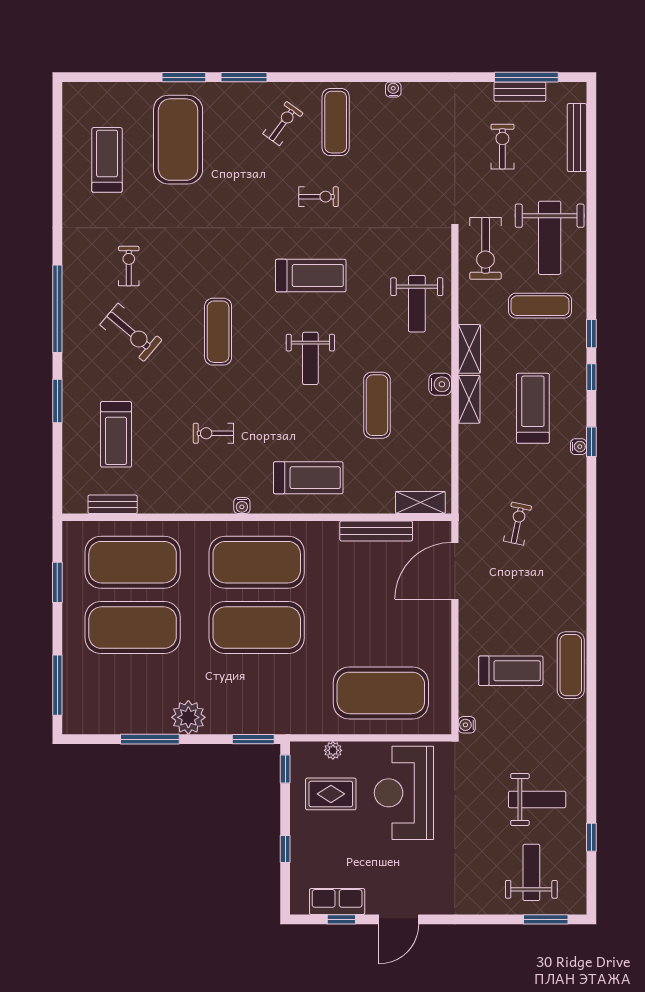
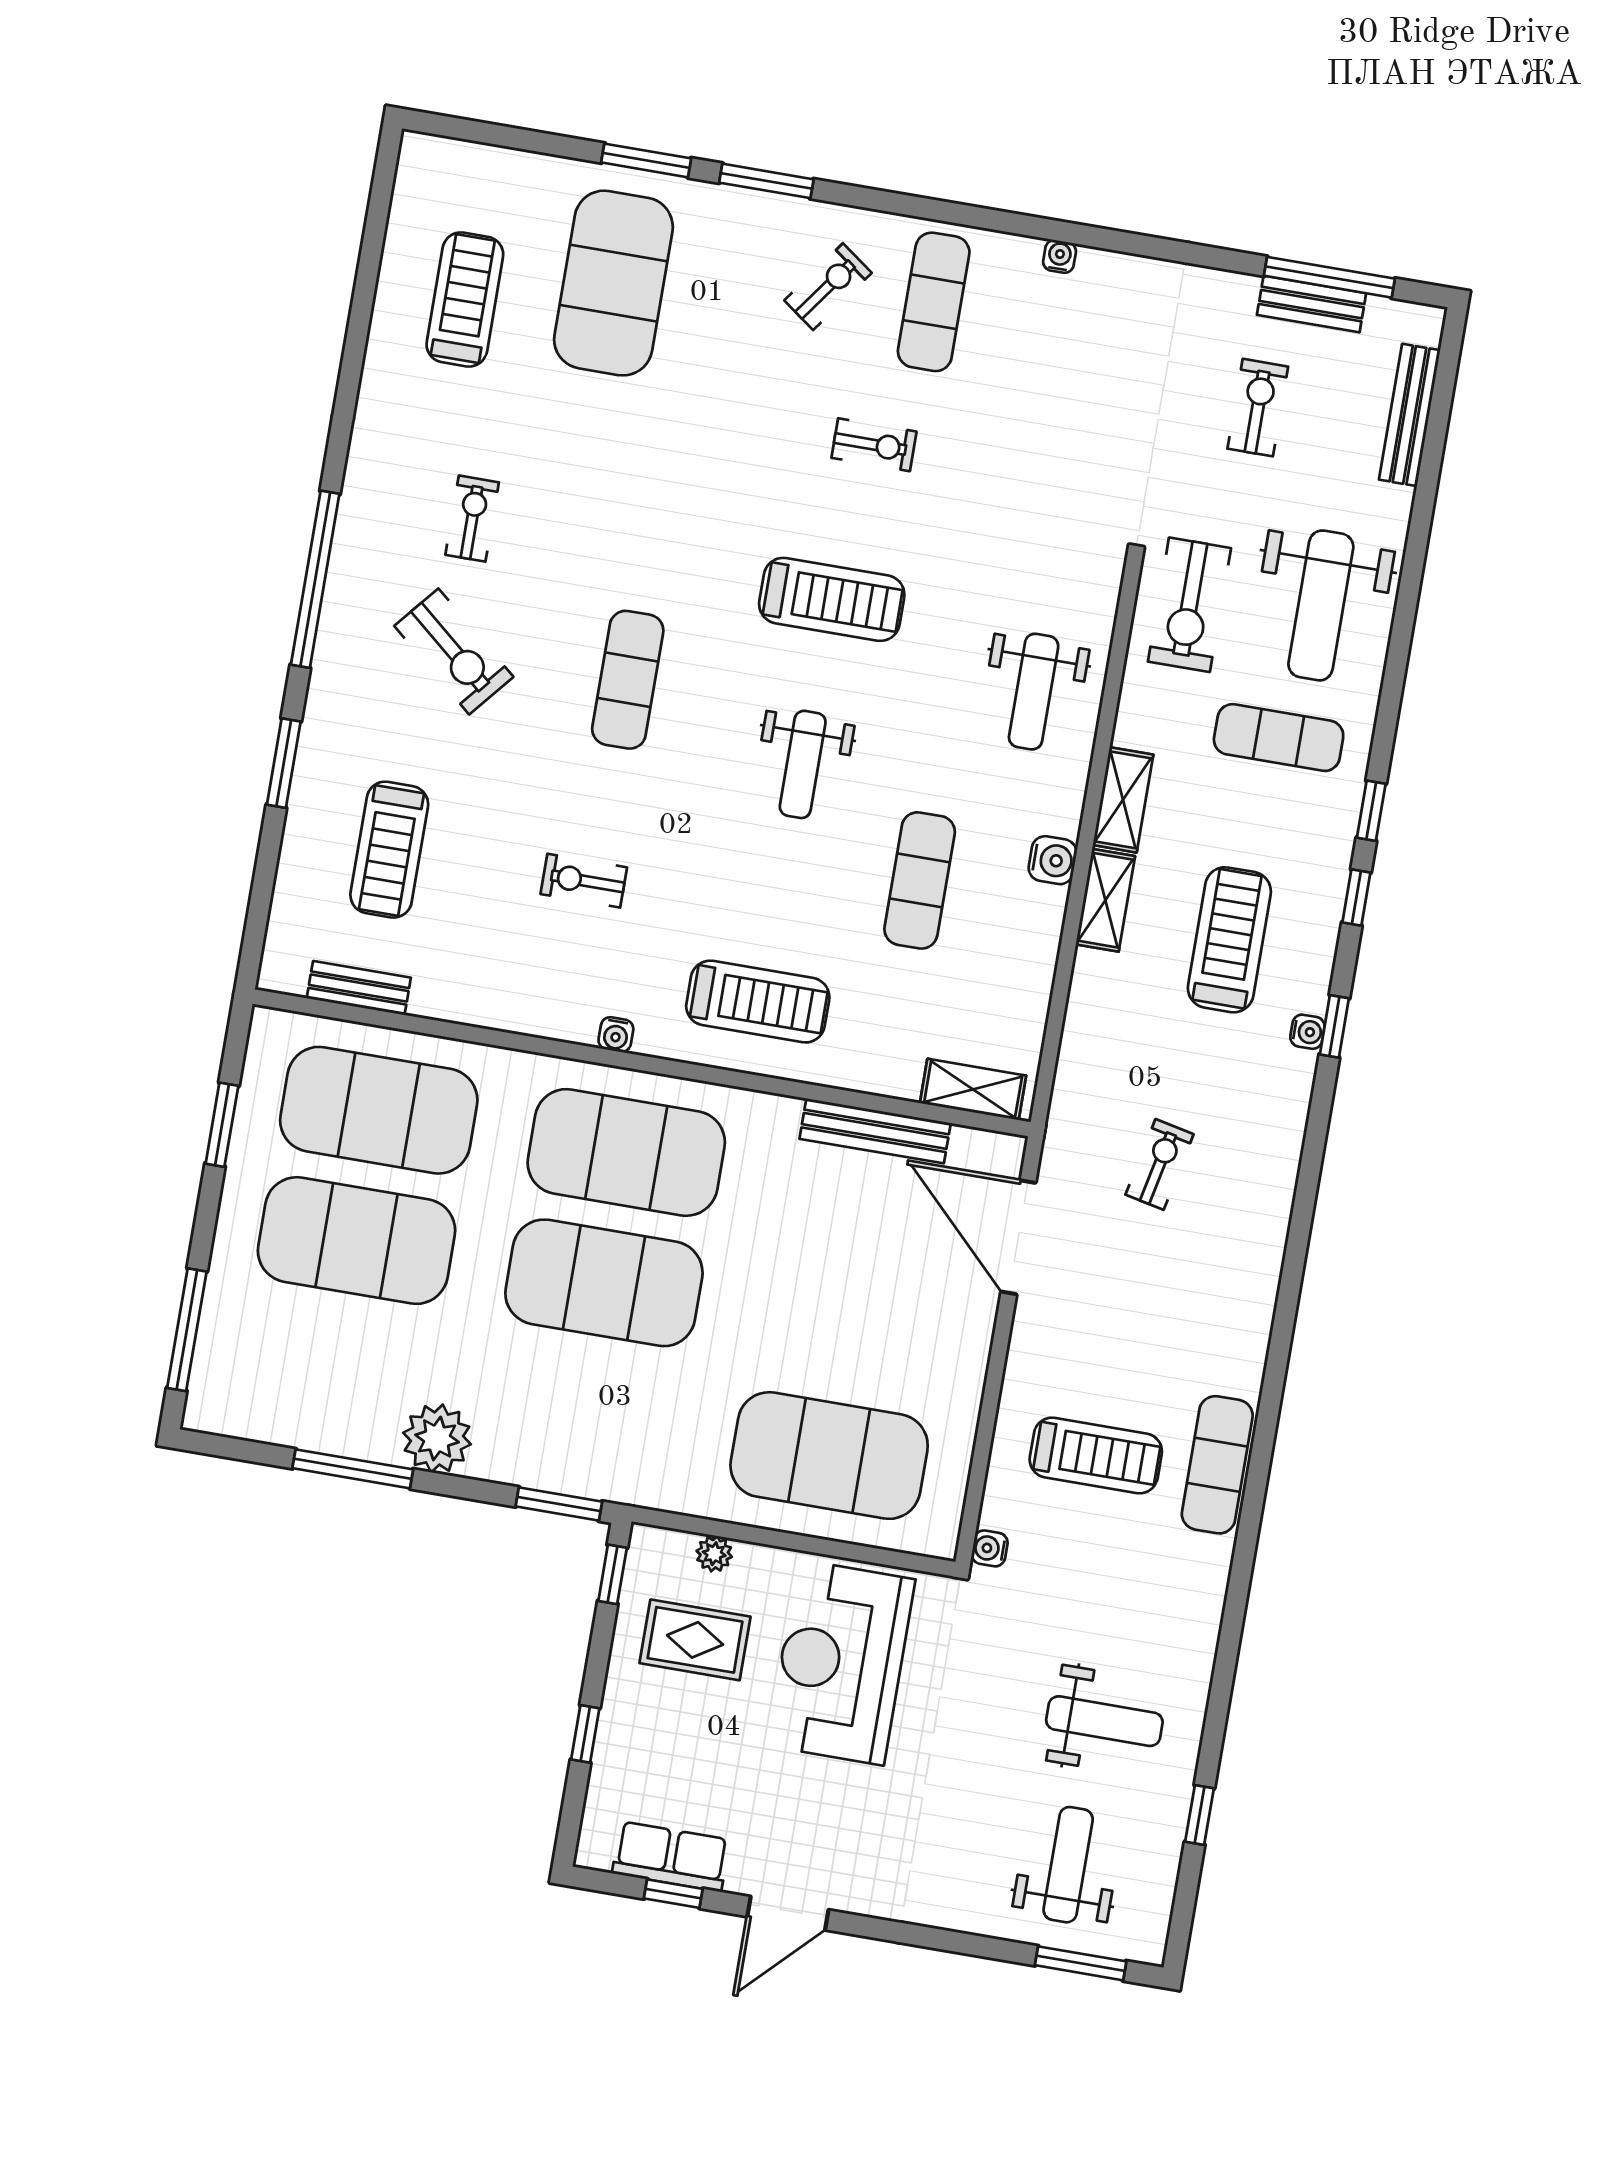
door: (455, 571) -> (1018, 1237), hinge flipped

